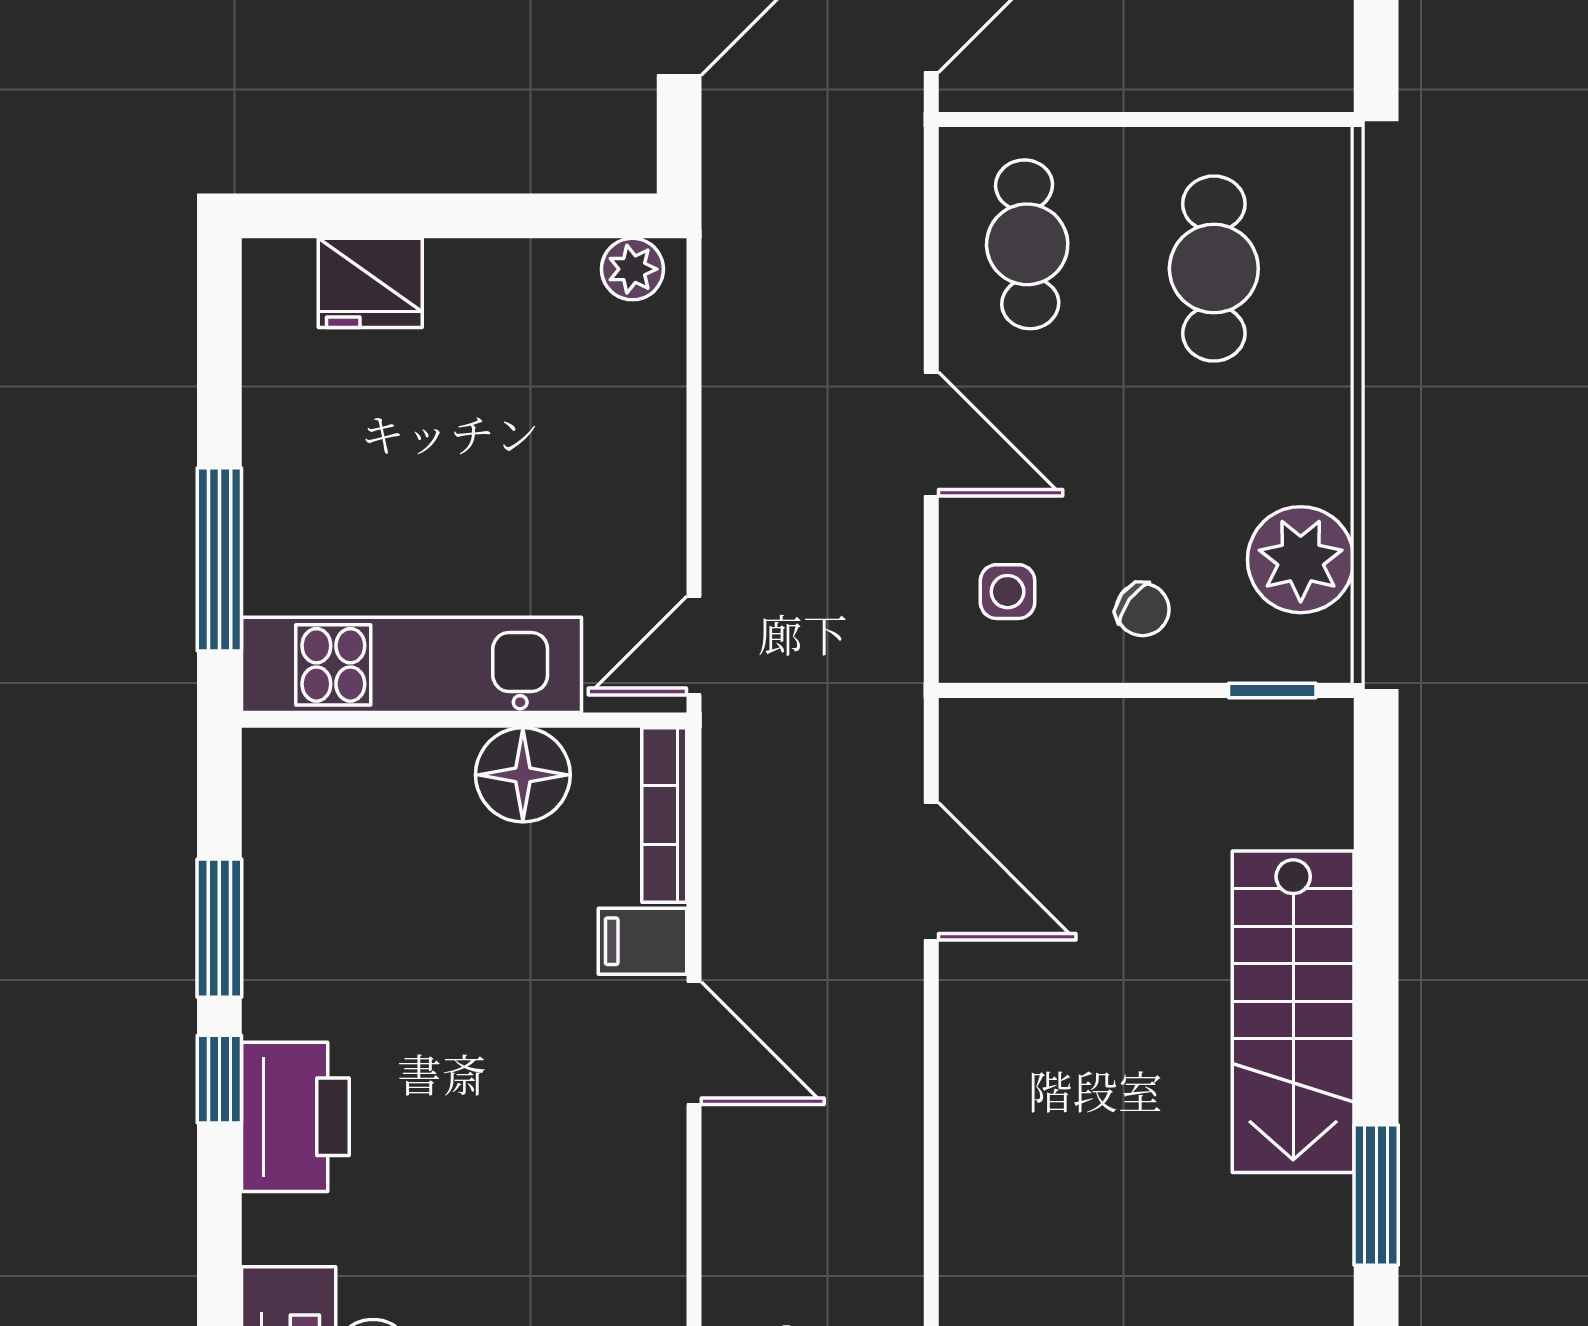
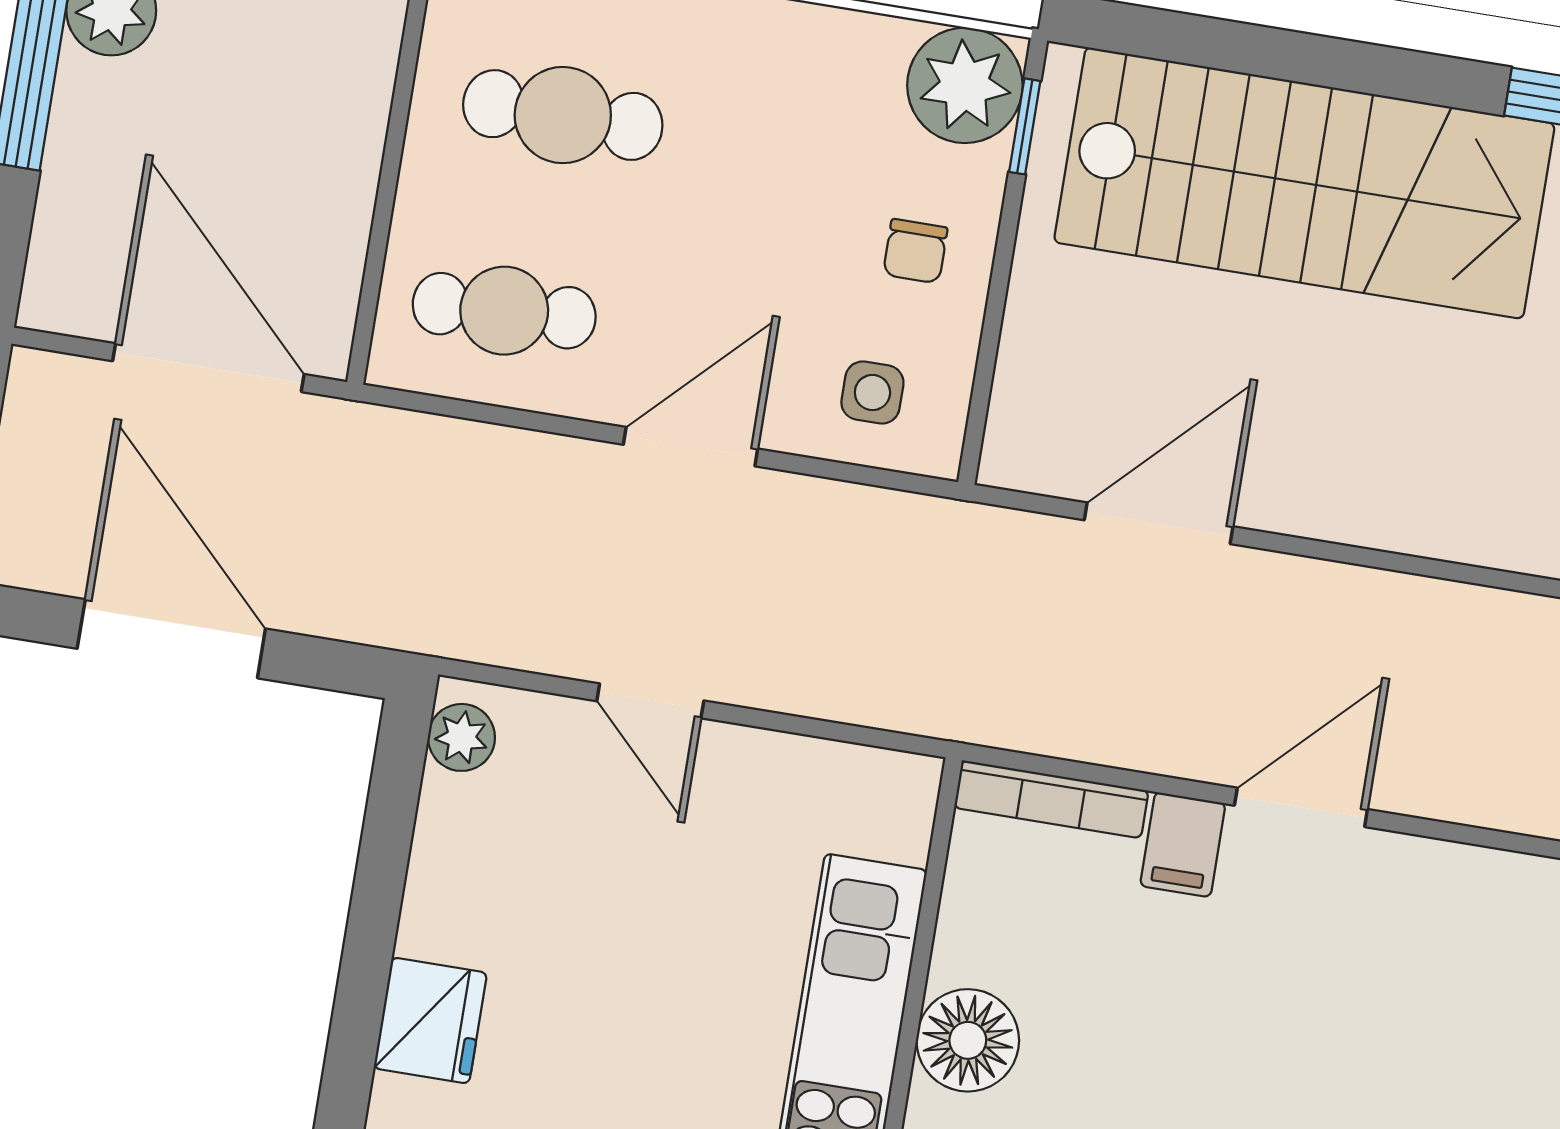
plant: (1301, 560) -> (965, 85), moved
chair: (1143, 609) -> (915, 251), turned 144
door: (694, 646) -> (650, 701), moved
floor lamp: (523, 775) -> (968, 1040), moved
stairs: (1293, 1012) -> (1304, 183), width x1.36, depth x1.51

